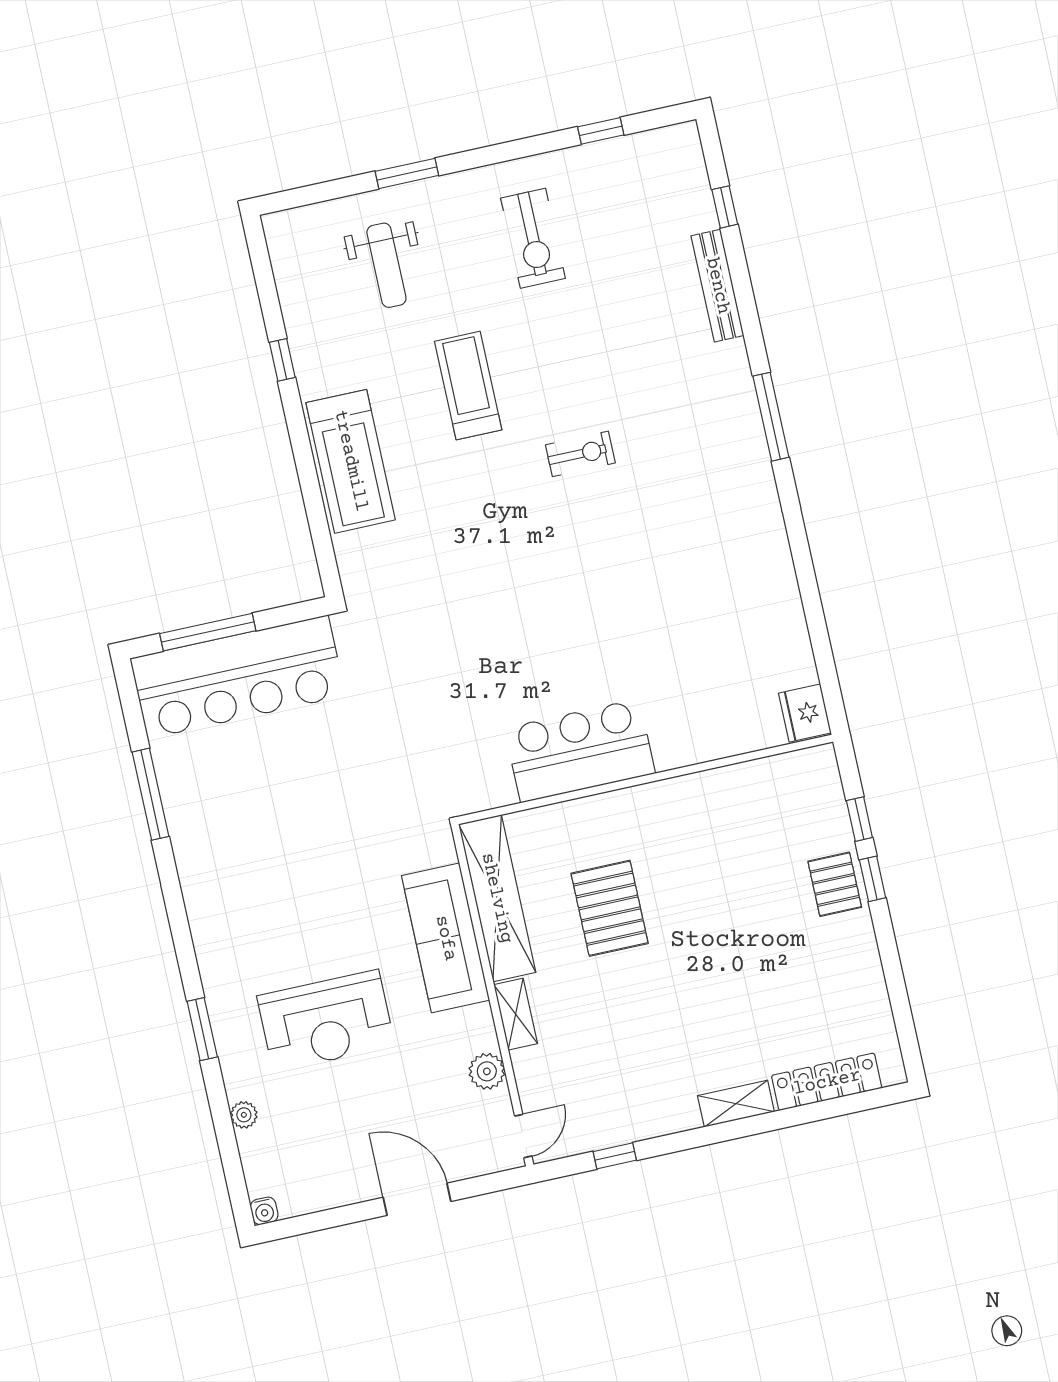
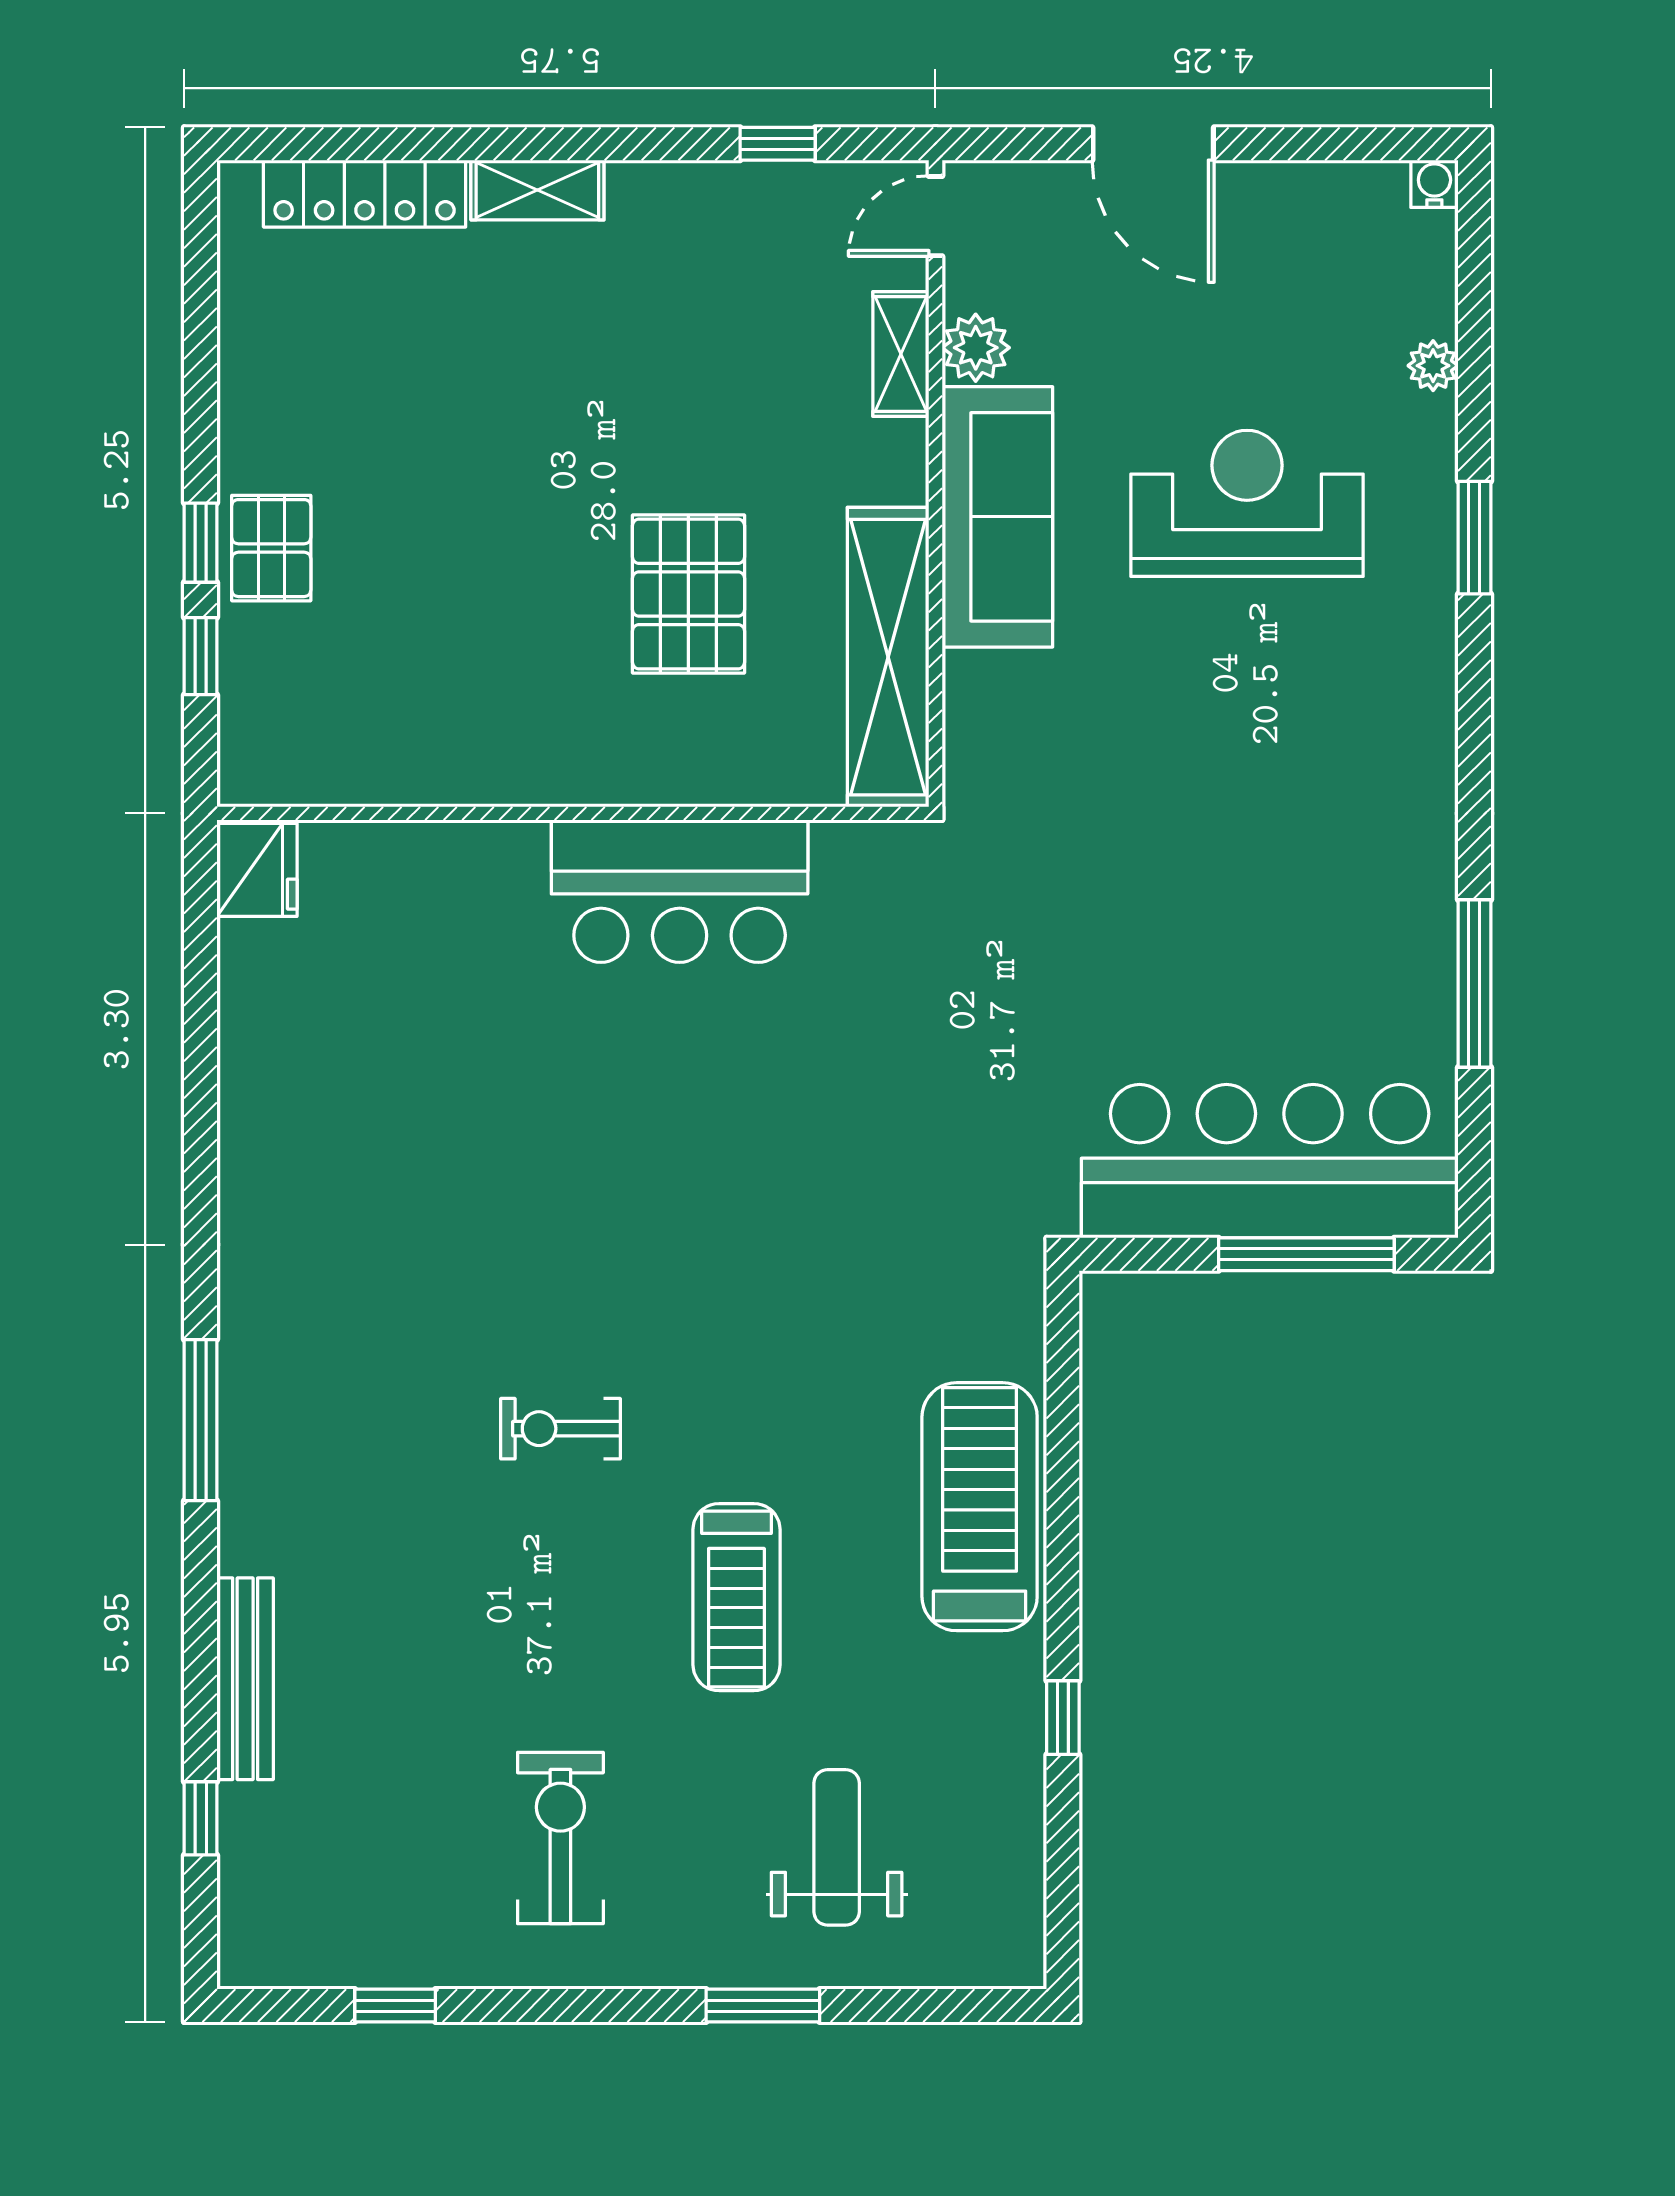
sofa: (446, 938) -> (997, 517), moved
shelving: (516, 1014) -> (901, 354), moved

